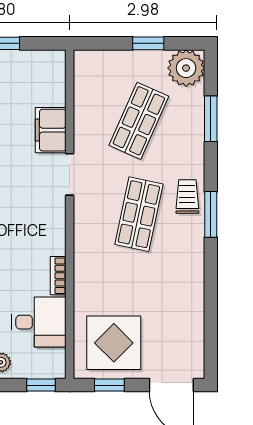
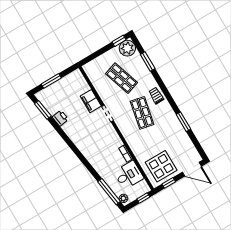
window: (148, 43) -> (119, 41), moved
shop shelf: (139, 121) -> (121, 78), turned -42
window: (211, 214) -> (183, 122), moved

